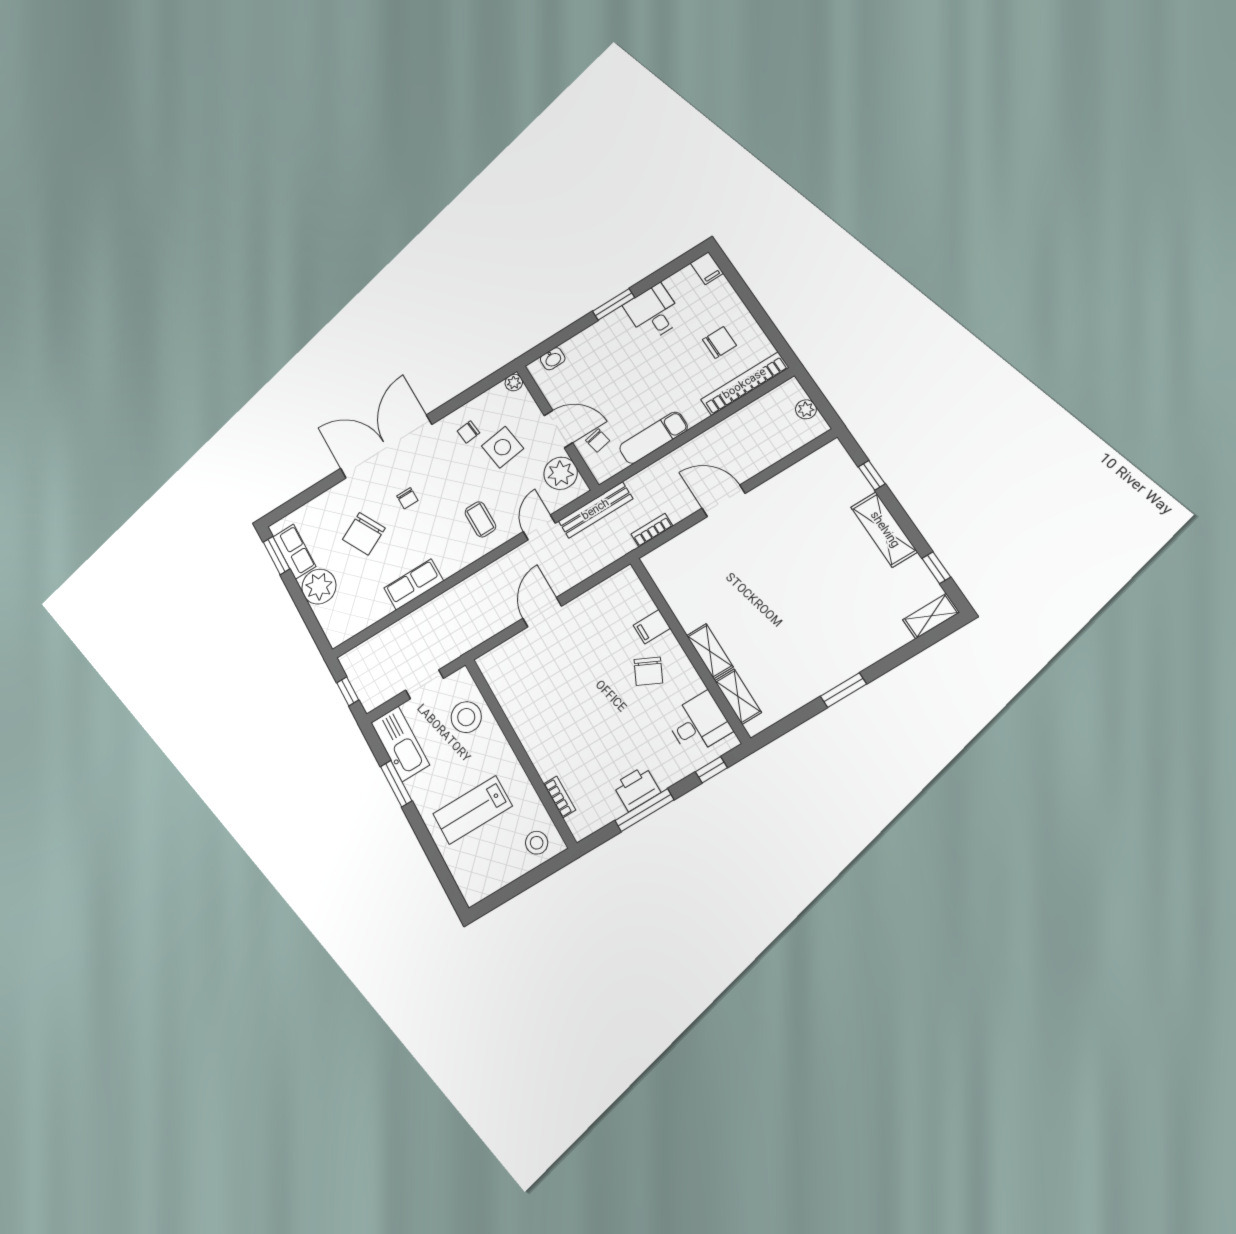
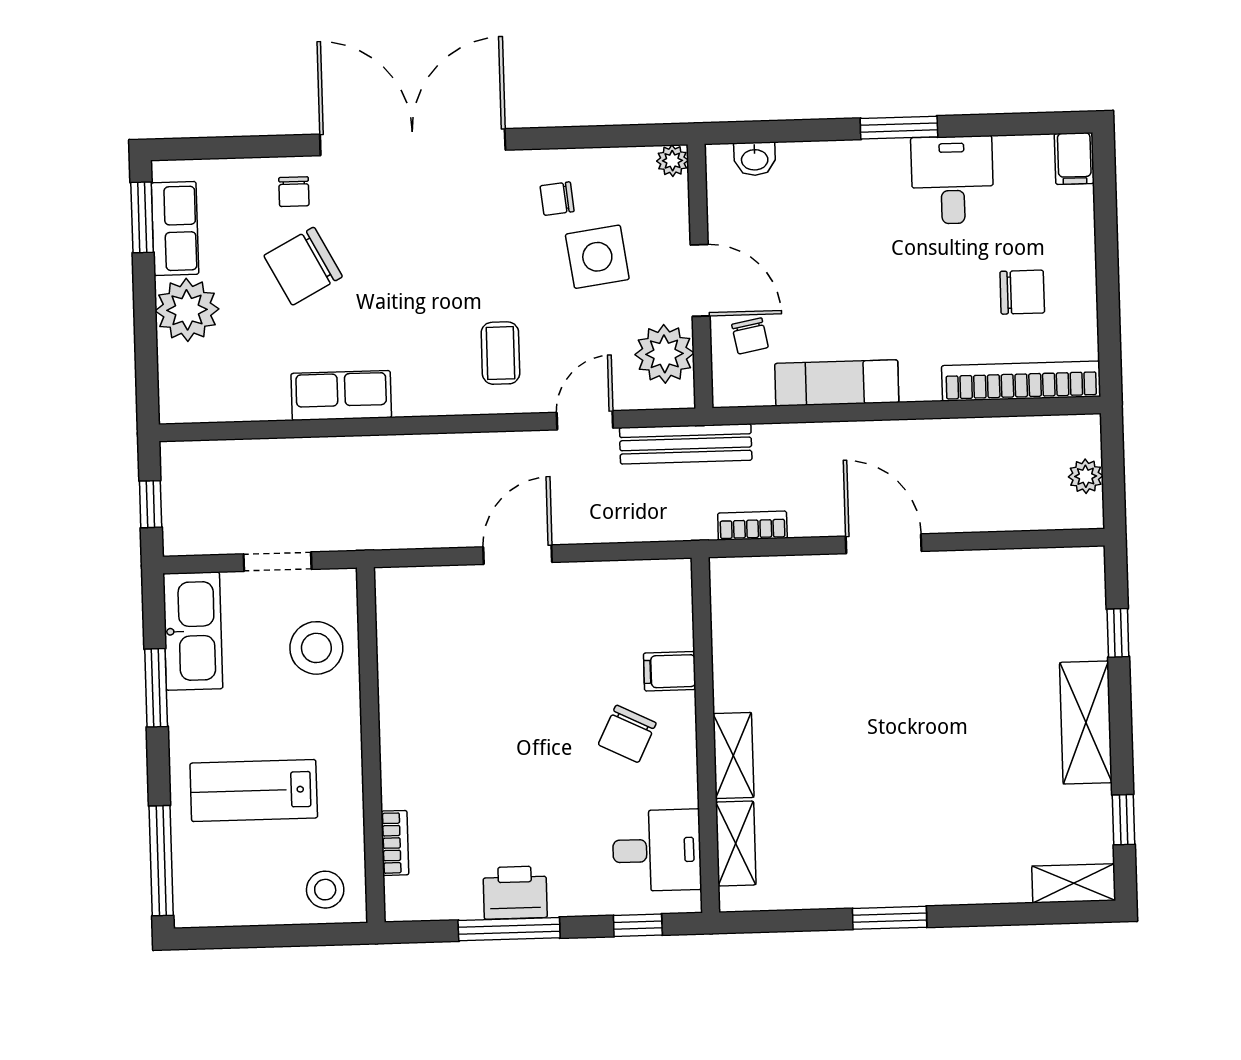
chair: (407, 498) -> (294, 192), moved
window: (444, 875) -> (161, 861), added

